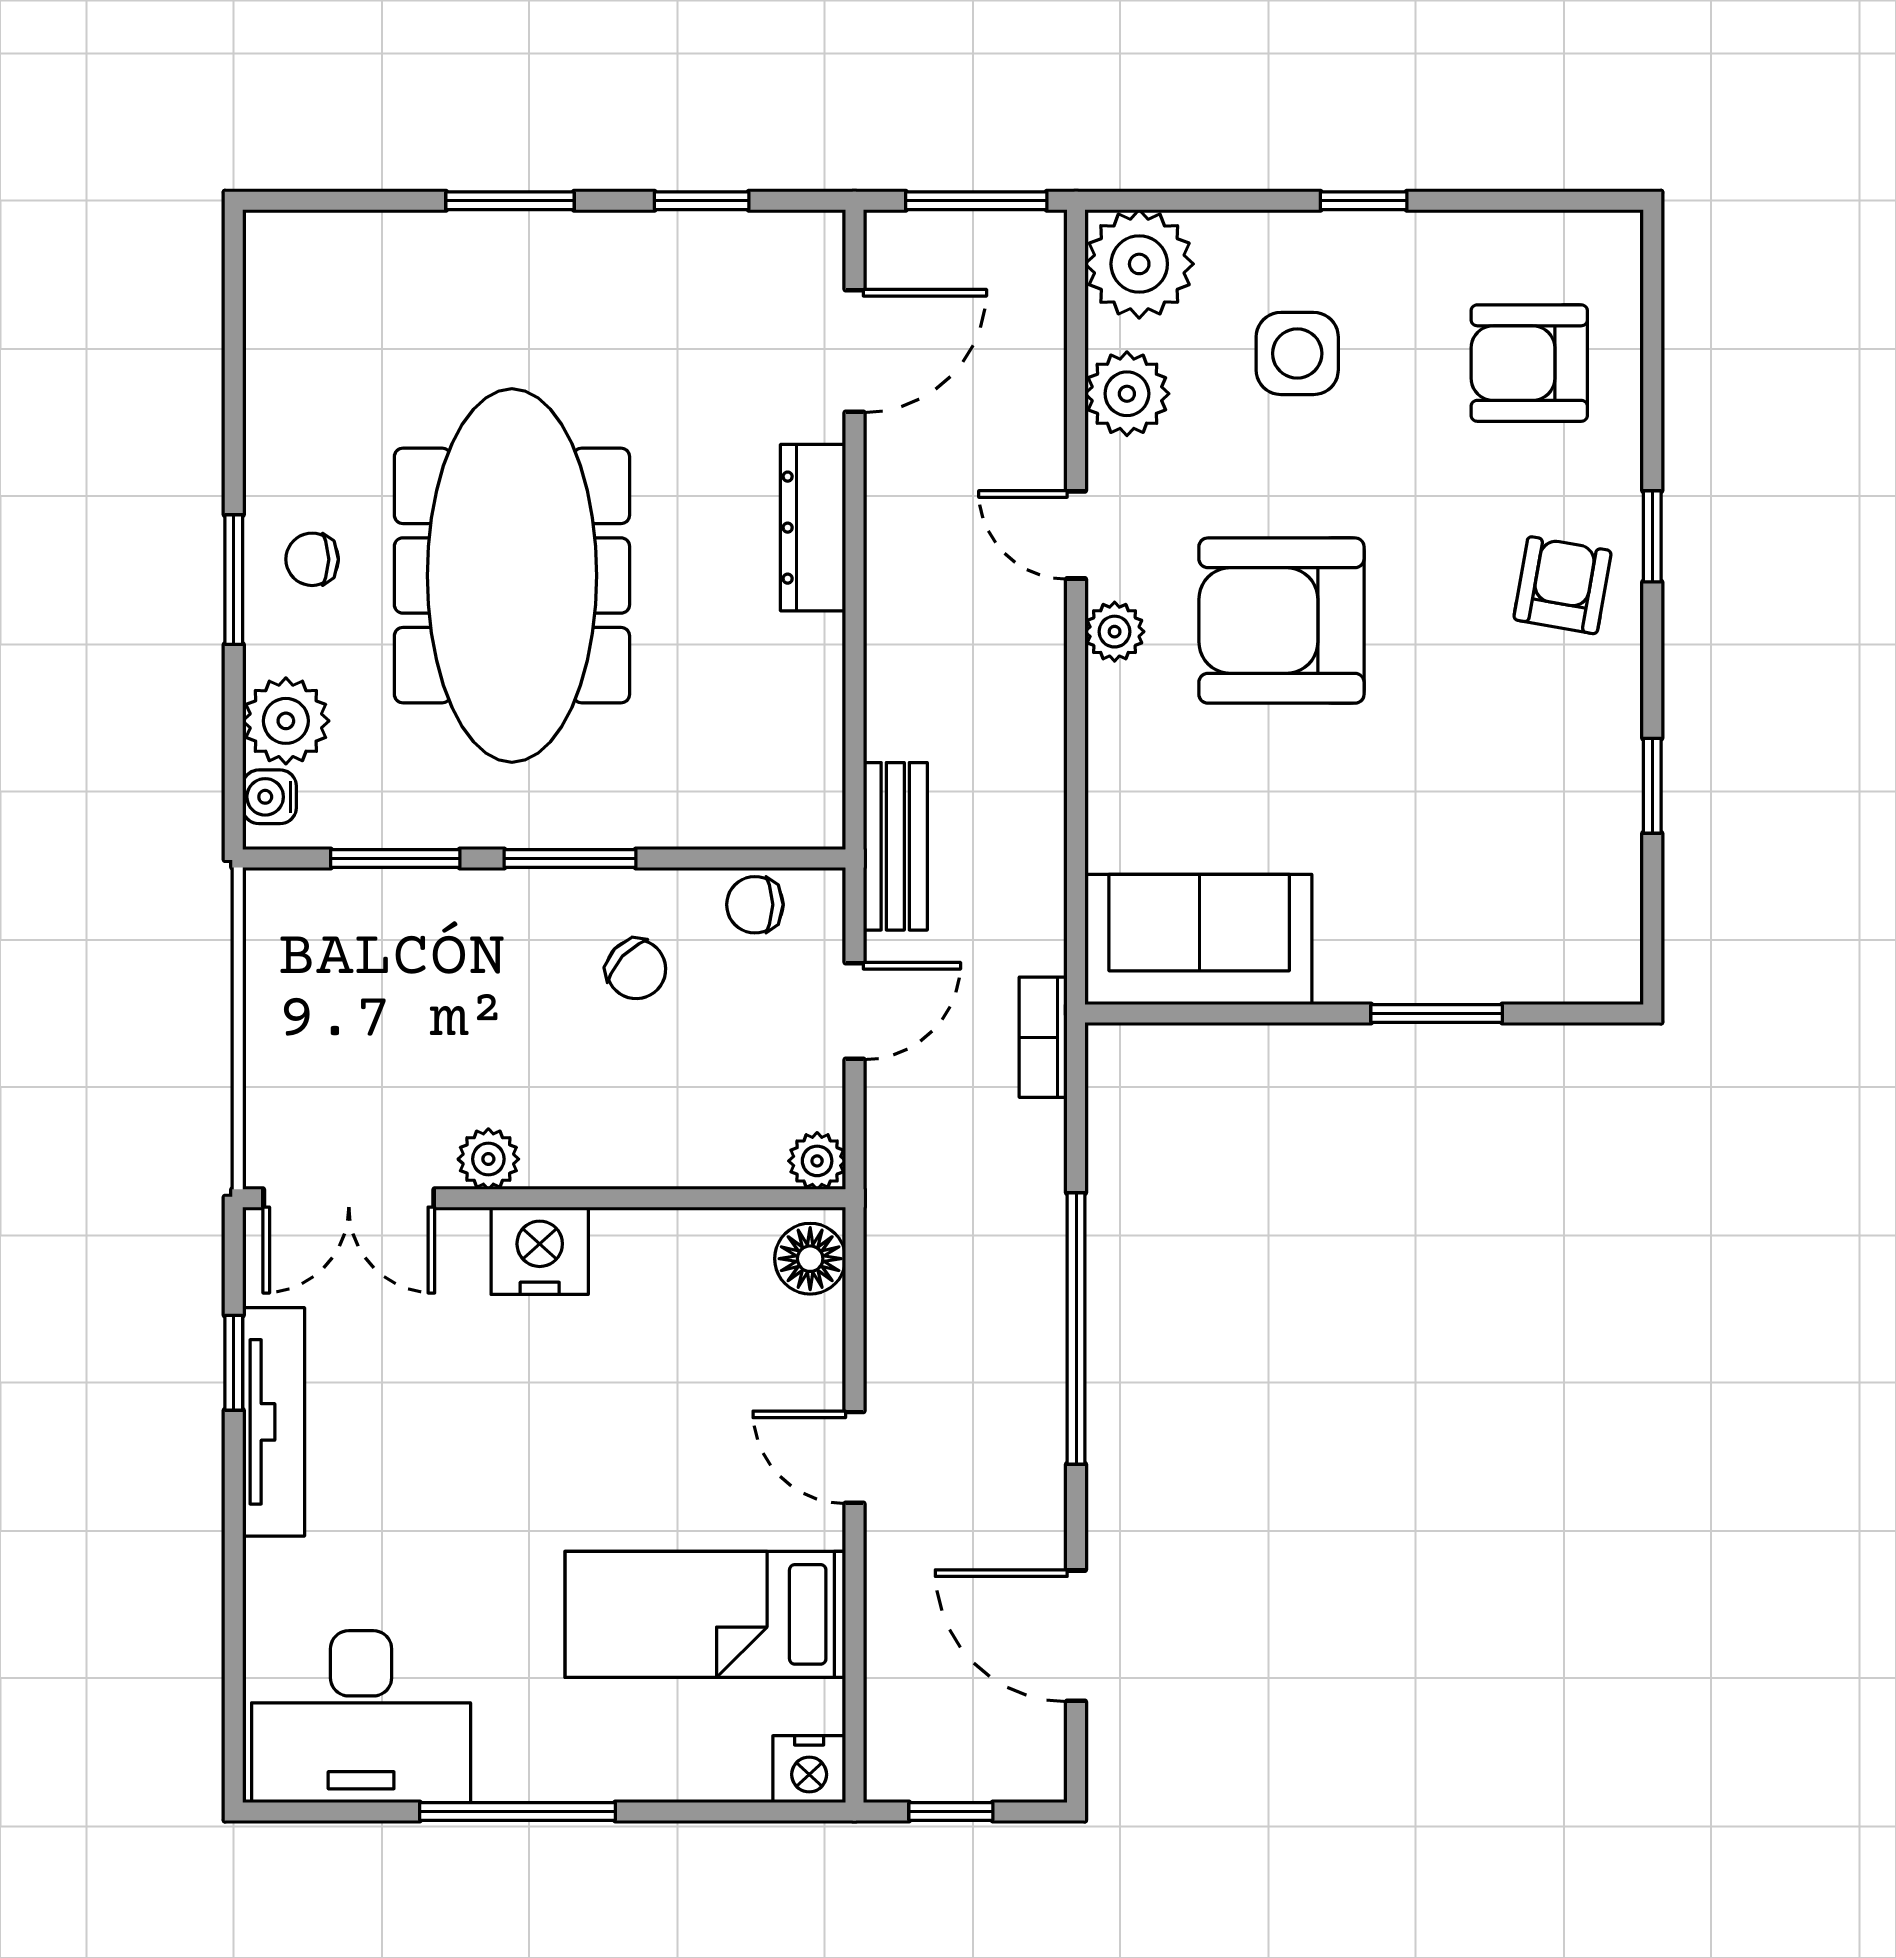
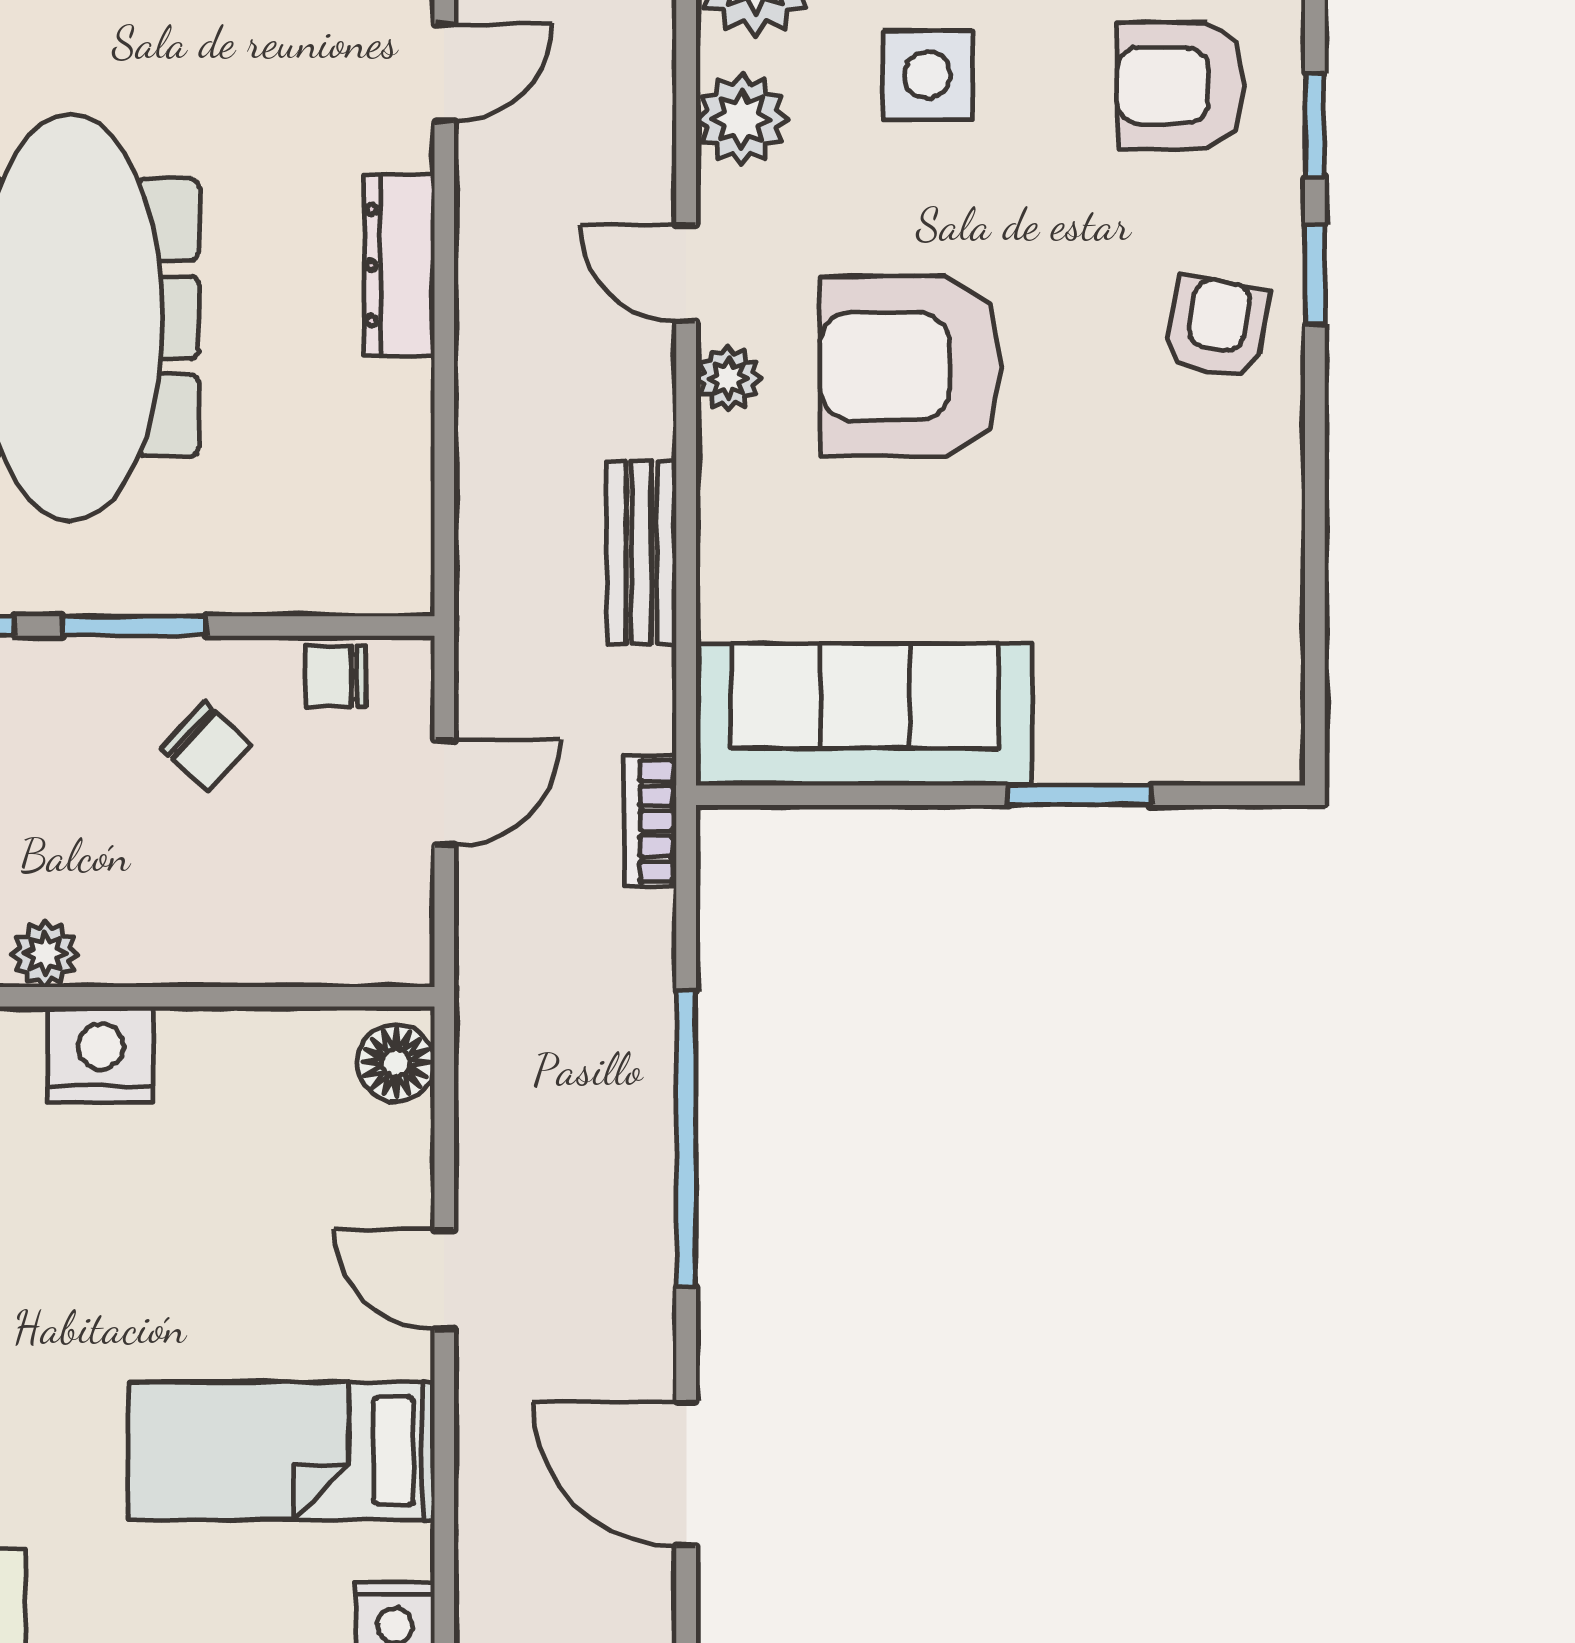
door: (854, 351) -> (444, 72), width x0.73
window: (1652, 786) -> (1315, 125), moved
bench: (895, 846) -> (642, 552), moved
sofa: (1199, 940) -> (865, 714), width x1.36
plant: (817, 1161) -> (404, 956), removed

